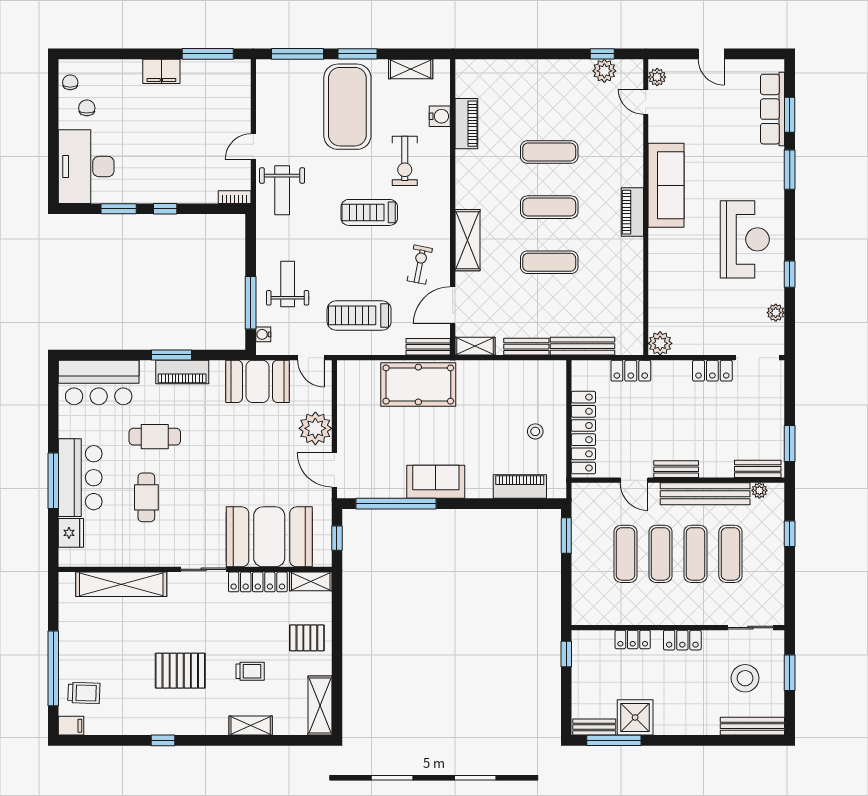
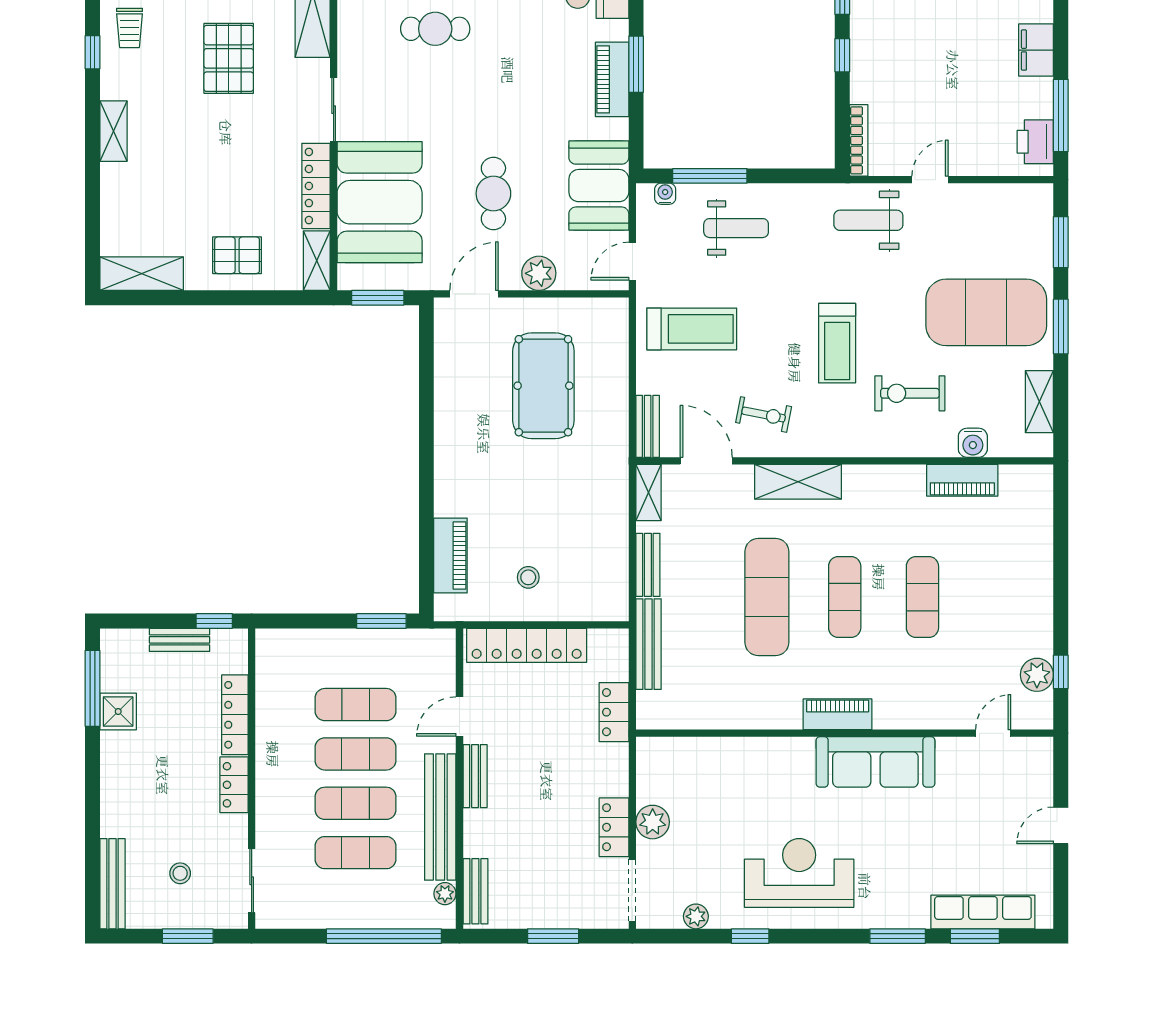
window: (298, 54) -> (1061, 242), width x0.69
printer: (226, 72) -> (1035, 142), added
plant: (657, 77) -> (1028, 749), removed
door: (253, 147) -> (930, 180), hinge flipped
bookcase: (235, 197) -> (859, 140), width x1.56
treadmill: (369, 212) -> (837, 343), turned 180
reception desk: (745, 239) -> (799, 873), turned 180
exercise mat: (549, 262) -> (767, 597), width x1.36, depth x1.45
treadmill: (359, 315) -> (692, 329), turned 90
plant: (660, 343) -> (653, 822), moved
pool table: (418, 385) -> (543, 386), moved
plant: (315, 428) -> (539, 273), width x0.73, depth x0.73
cafe table: (155, 437) -> (493, 193), moved
window: (790, 444) -> (553, 936), moved
sofa: (436, 482) -> (457, 437), removed
window: (396, 504) -> (426, 381), removed
window: (790, 534) -> (384, 936), width x3.17
window: (337, 538) -> (378, 298), width x1.50
pallet: (307, 638) -> (237, 255), turned 90
locker: (633, 639) -> (235, 715), width x1.53
pallet: (180, 671) -> (229, 58), moved
trolley: (250, 671) -> (129, 28), moved
stool: (745, 678) -> (180, 873), width x0.53, depth x0.53
shower: (635, 717) -> (118, 711), width x0.73, depth x0.73
shelving: (251, 726) -> (113, 131), moved
bench: (594, 727) -> (180, 640), moved, turned 90

